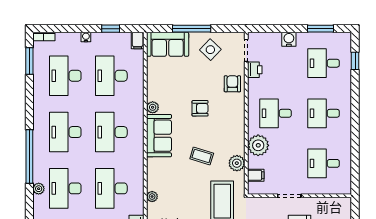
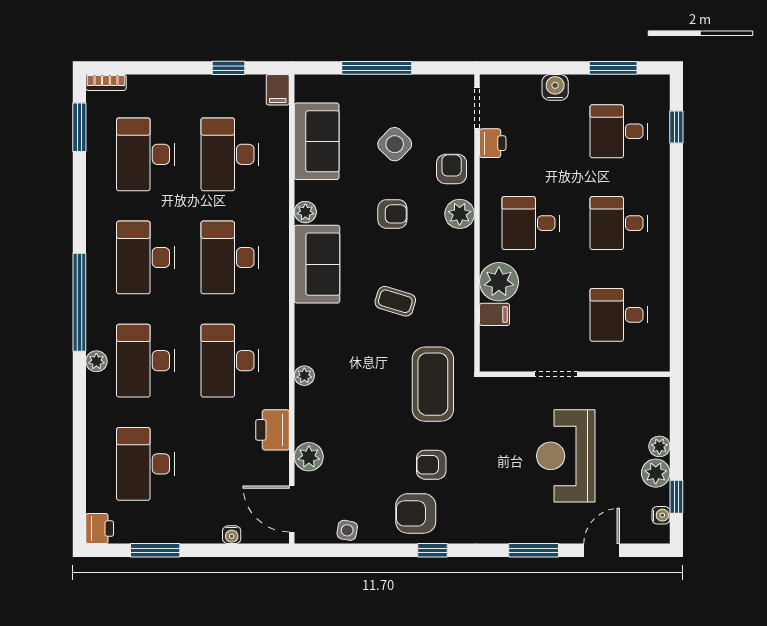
water cooler: (86, 37) -> (183, 83), removed
sofa: (168, 44) -> (317, 141), moved, turned -90
side table: (210, 50) -> (395, 144), moved
plant: (237, 163) -> (460, 214), moved
filing cabinet: (256, 175) -> (494, 314), moved

